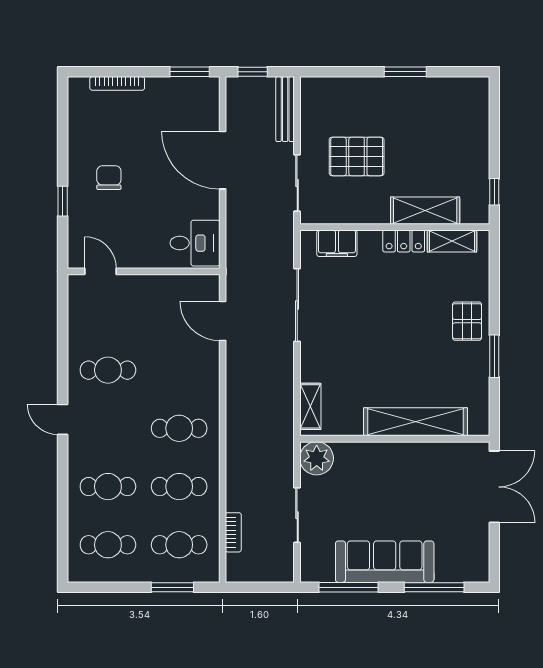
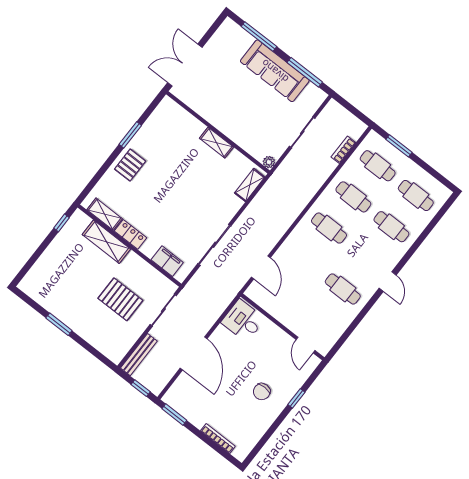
shelving: (416, 422) -> (216, 143), width x0.45, depth x0.75
plant: (317, 458) -> (269, 162), width x0.53, depth x0.53

